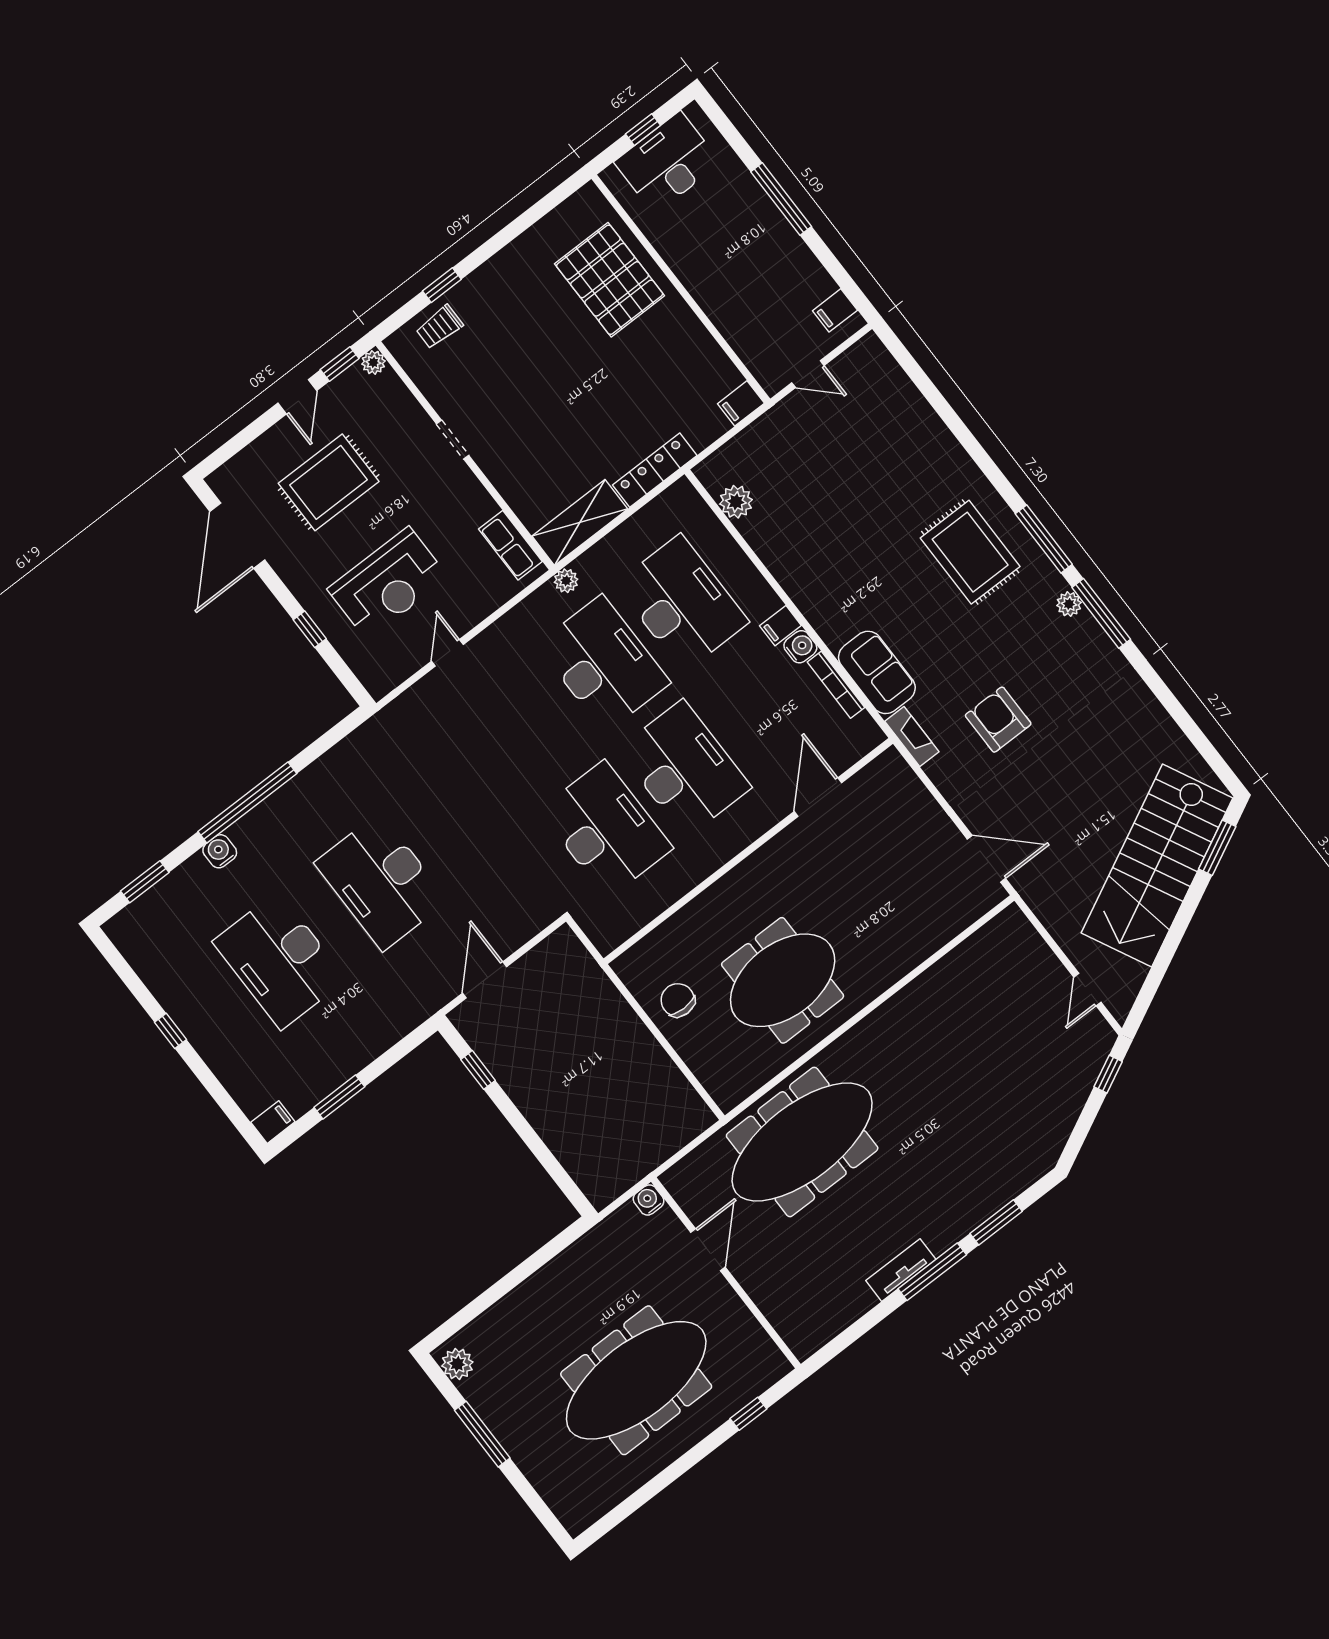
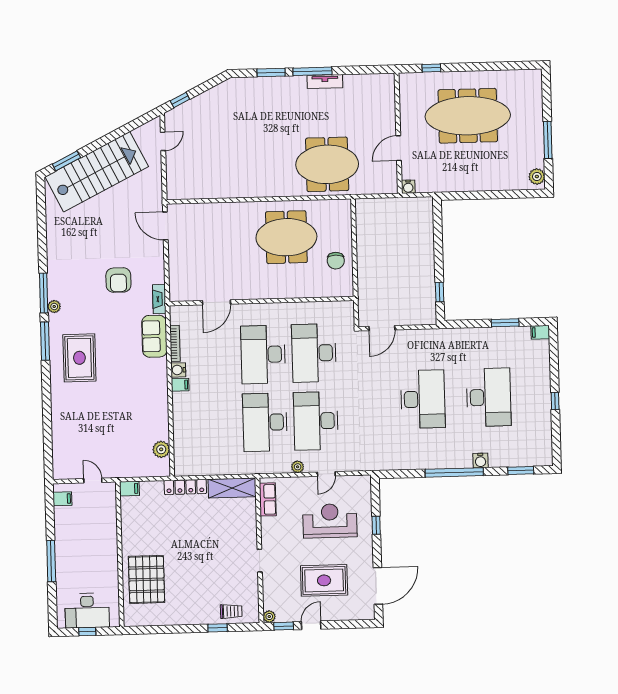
plant: (566, 581) -> (298, 467), moved
desk: (682, 603) -> (316, 421), moved
door: (484, 980) -> (382, 328), moved
meeting table: (802, 1142) -> (327, 164), width x0.73

